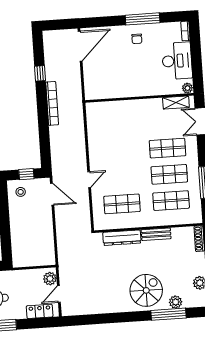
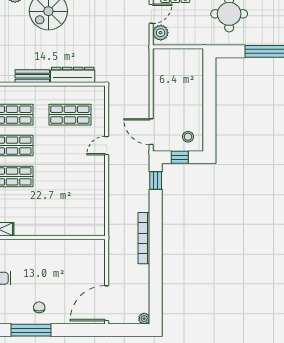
plant: (47, 35) -> (144, 319), added
window: (40, 73) -> (156, 180), moved

